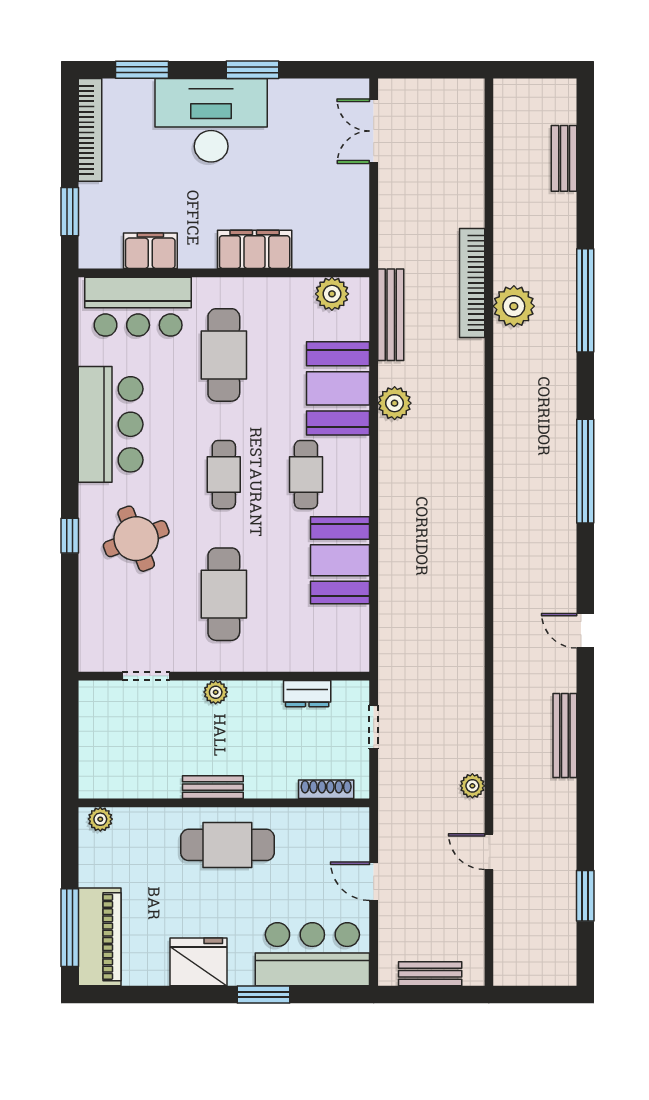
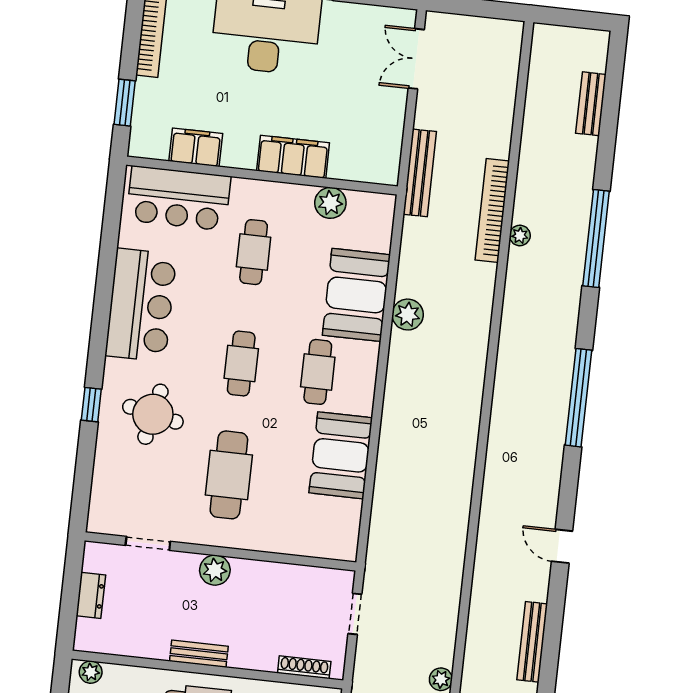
plant: (332, 294) -> (330, 203), moved
plant: (514, 306) -> (520, 235), width x0.53, depth x0.53
bench: (391, 315) -> (420, 173), moved
cafe table: (224, 355) -> (254, 252), width x0.73, depth x0.74
round table: (136, 539) -> (153, 414), turned 33
plant: (216, 692) -> (215, 570), width x1.38, depth x1.38
dresser: (307, 694) -> (91, 595), moved, turned -90

